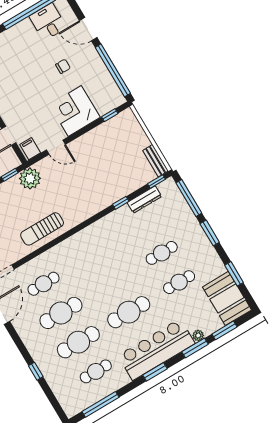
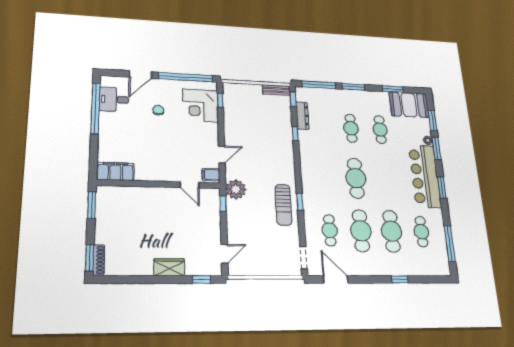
corner desk: (75, 111) -> (200, 105), moved
window: (54, 242) -> (300, 202), added
cafe table: (129, 312) -> (356, 178), moved

